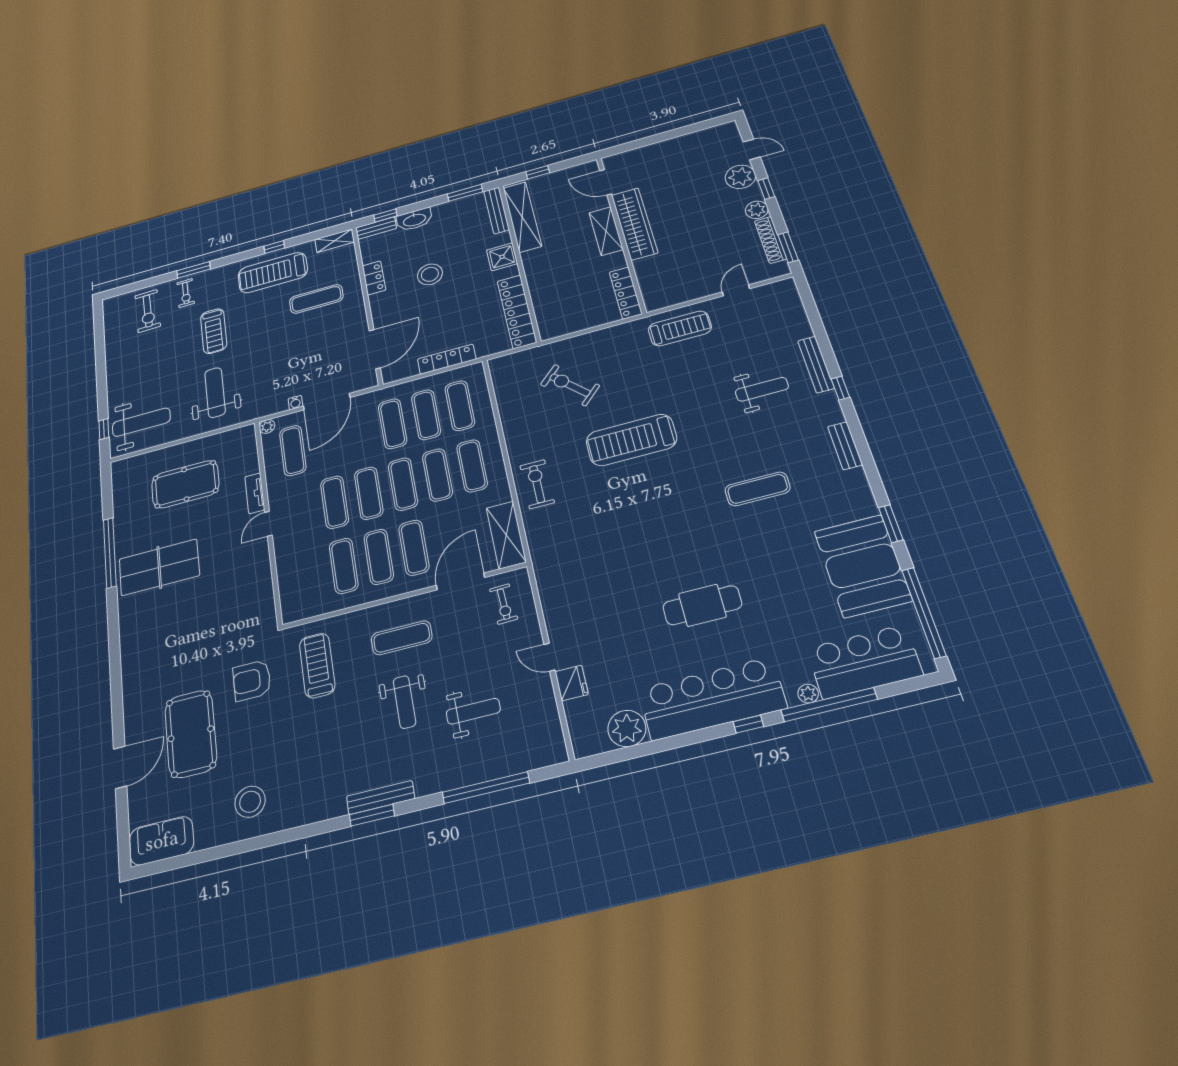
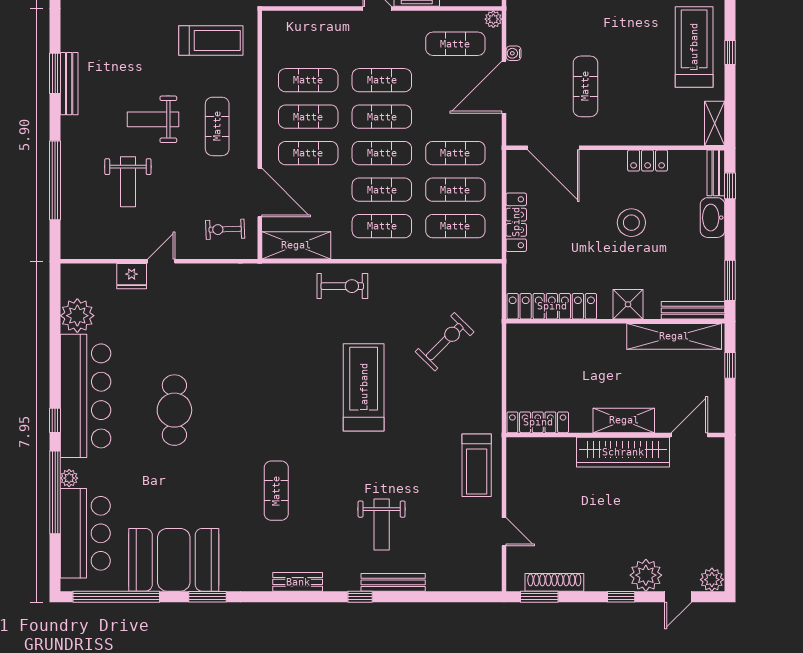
plant: (757, 210) -> (712, 580), moved
exercise mat: (316, 299) -> (585, 86), moved
door: (327, 402) -> (504, 87), hinge flipped

